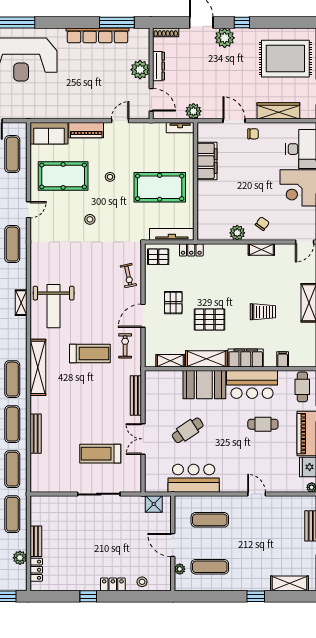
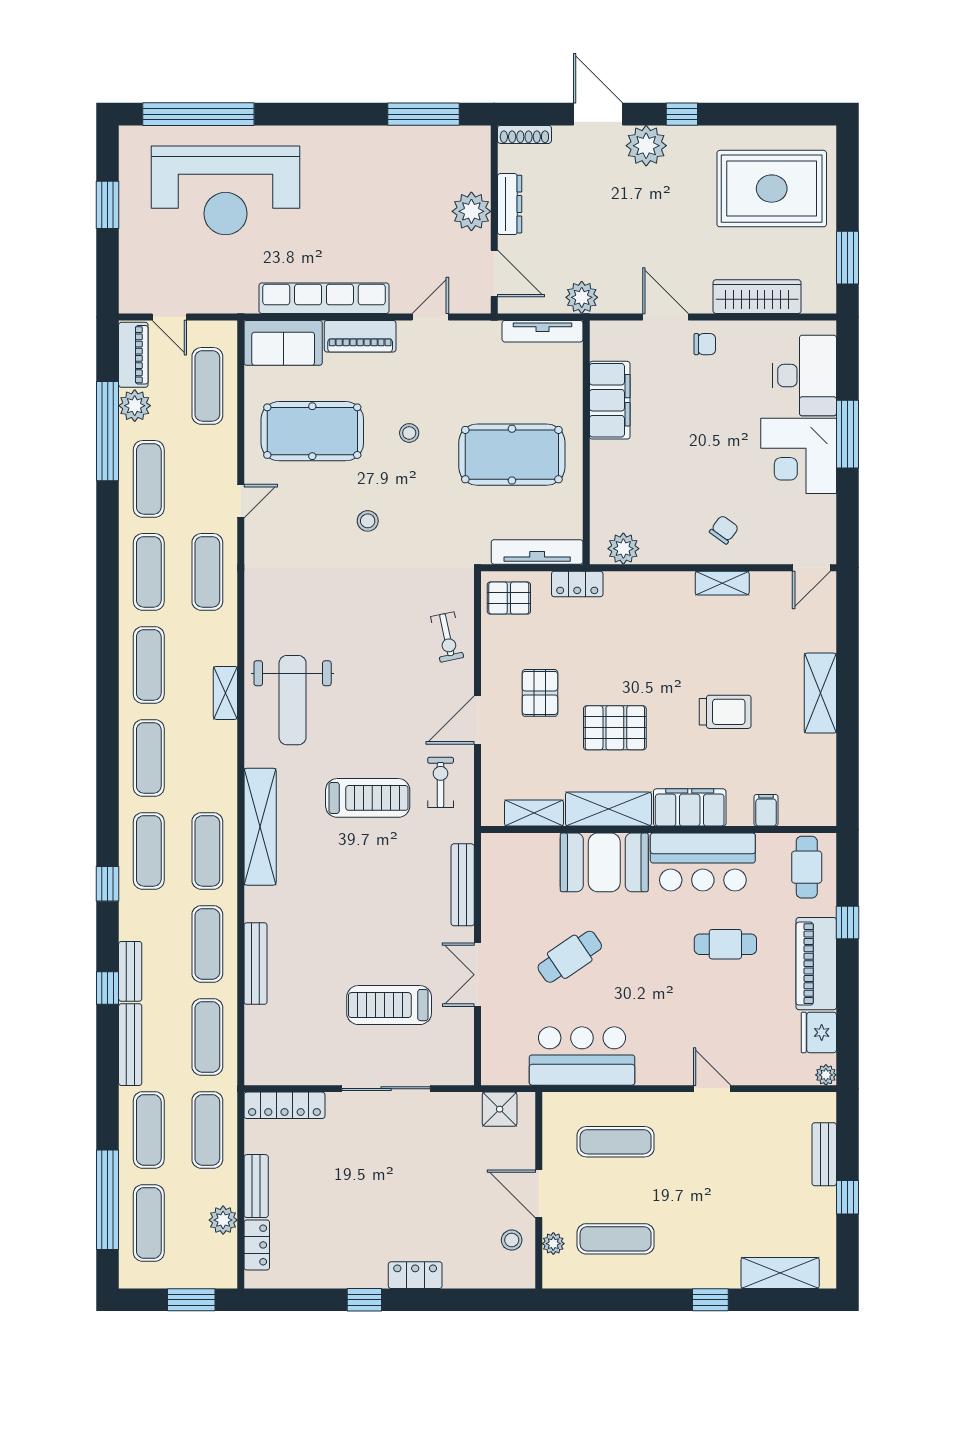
row of seats: (97, 35) -> (324, 298), moved, turned 180
tv unit: (180, 128) -> (543, 331), width x1.41
plant: (237, 233) -> (623, 549), moved
locker: (50, 502) -> (284, 1105), added
stool: (142, 582) -> (512, 1240), moved

